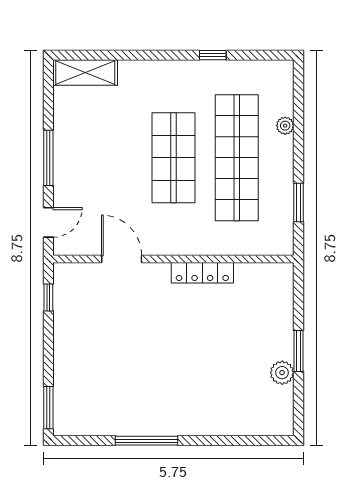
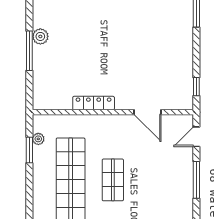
plant: (285, 126) -> (38, 139), moved
shop shelf: (173, 158) -> (113, 180), width x0.70, depth x0.74
window: (299, 351) -> (29, 51), width x1.44

